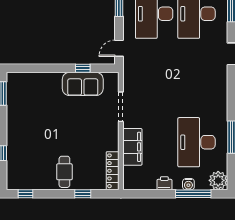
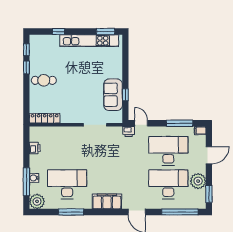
printer: (129, 64) -> (129, 131), added
kitchen unit: (14, 114) -> (89, 41), added
filing cabinet: (132, 147) -> (107, 201), moved, turned 180
printer: (164, 183) -> (35, 148), moved
window: (83, 194) -> (26, 68), moved

